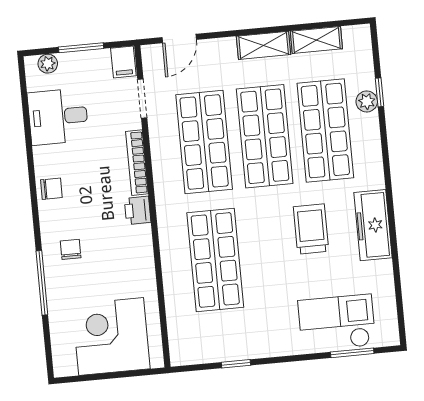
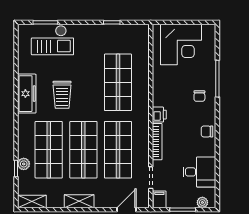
shelving: (316, 40) -> (32, 202), moved

